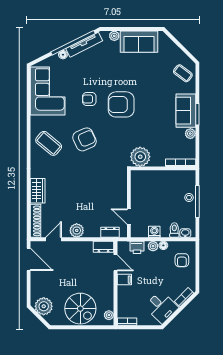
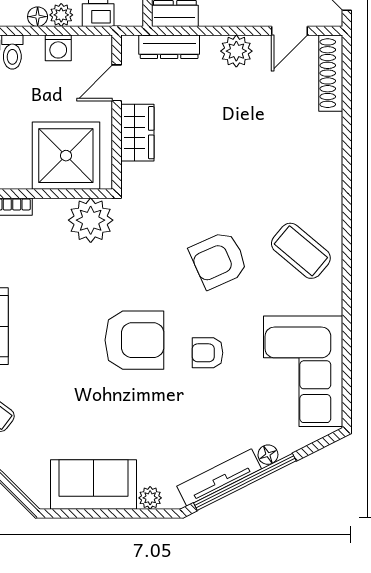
armchair: (89, 99) -> (208, 353), turned 180
shower: (151, 185) -> (66, 156), added
wardrobe: (38, 191) -> (137, 133), moved, turned 180
door: (129, 217) -> (117, 83), swing flipped
dresser: (110, 232) -> (169, 47), width x1.44

